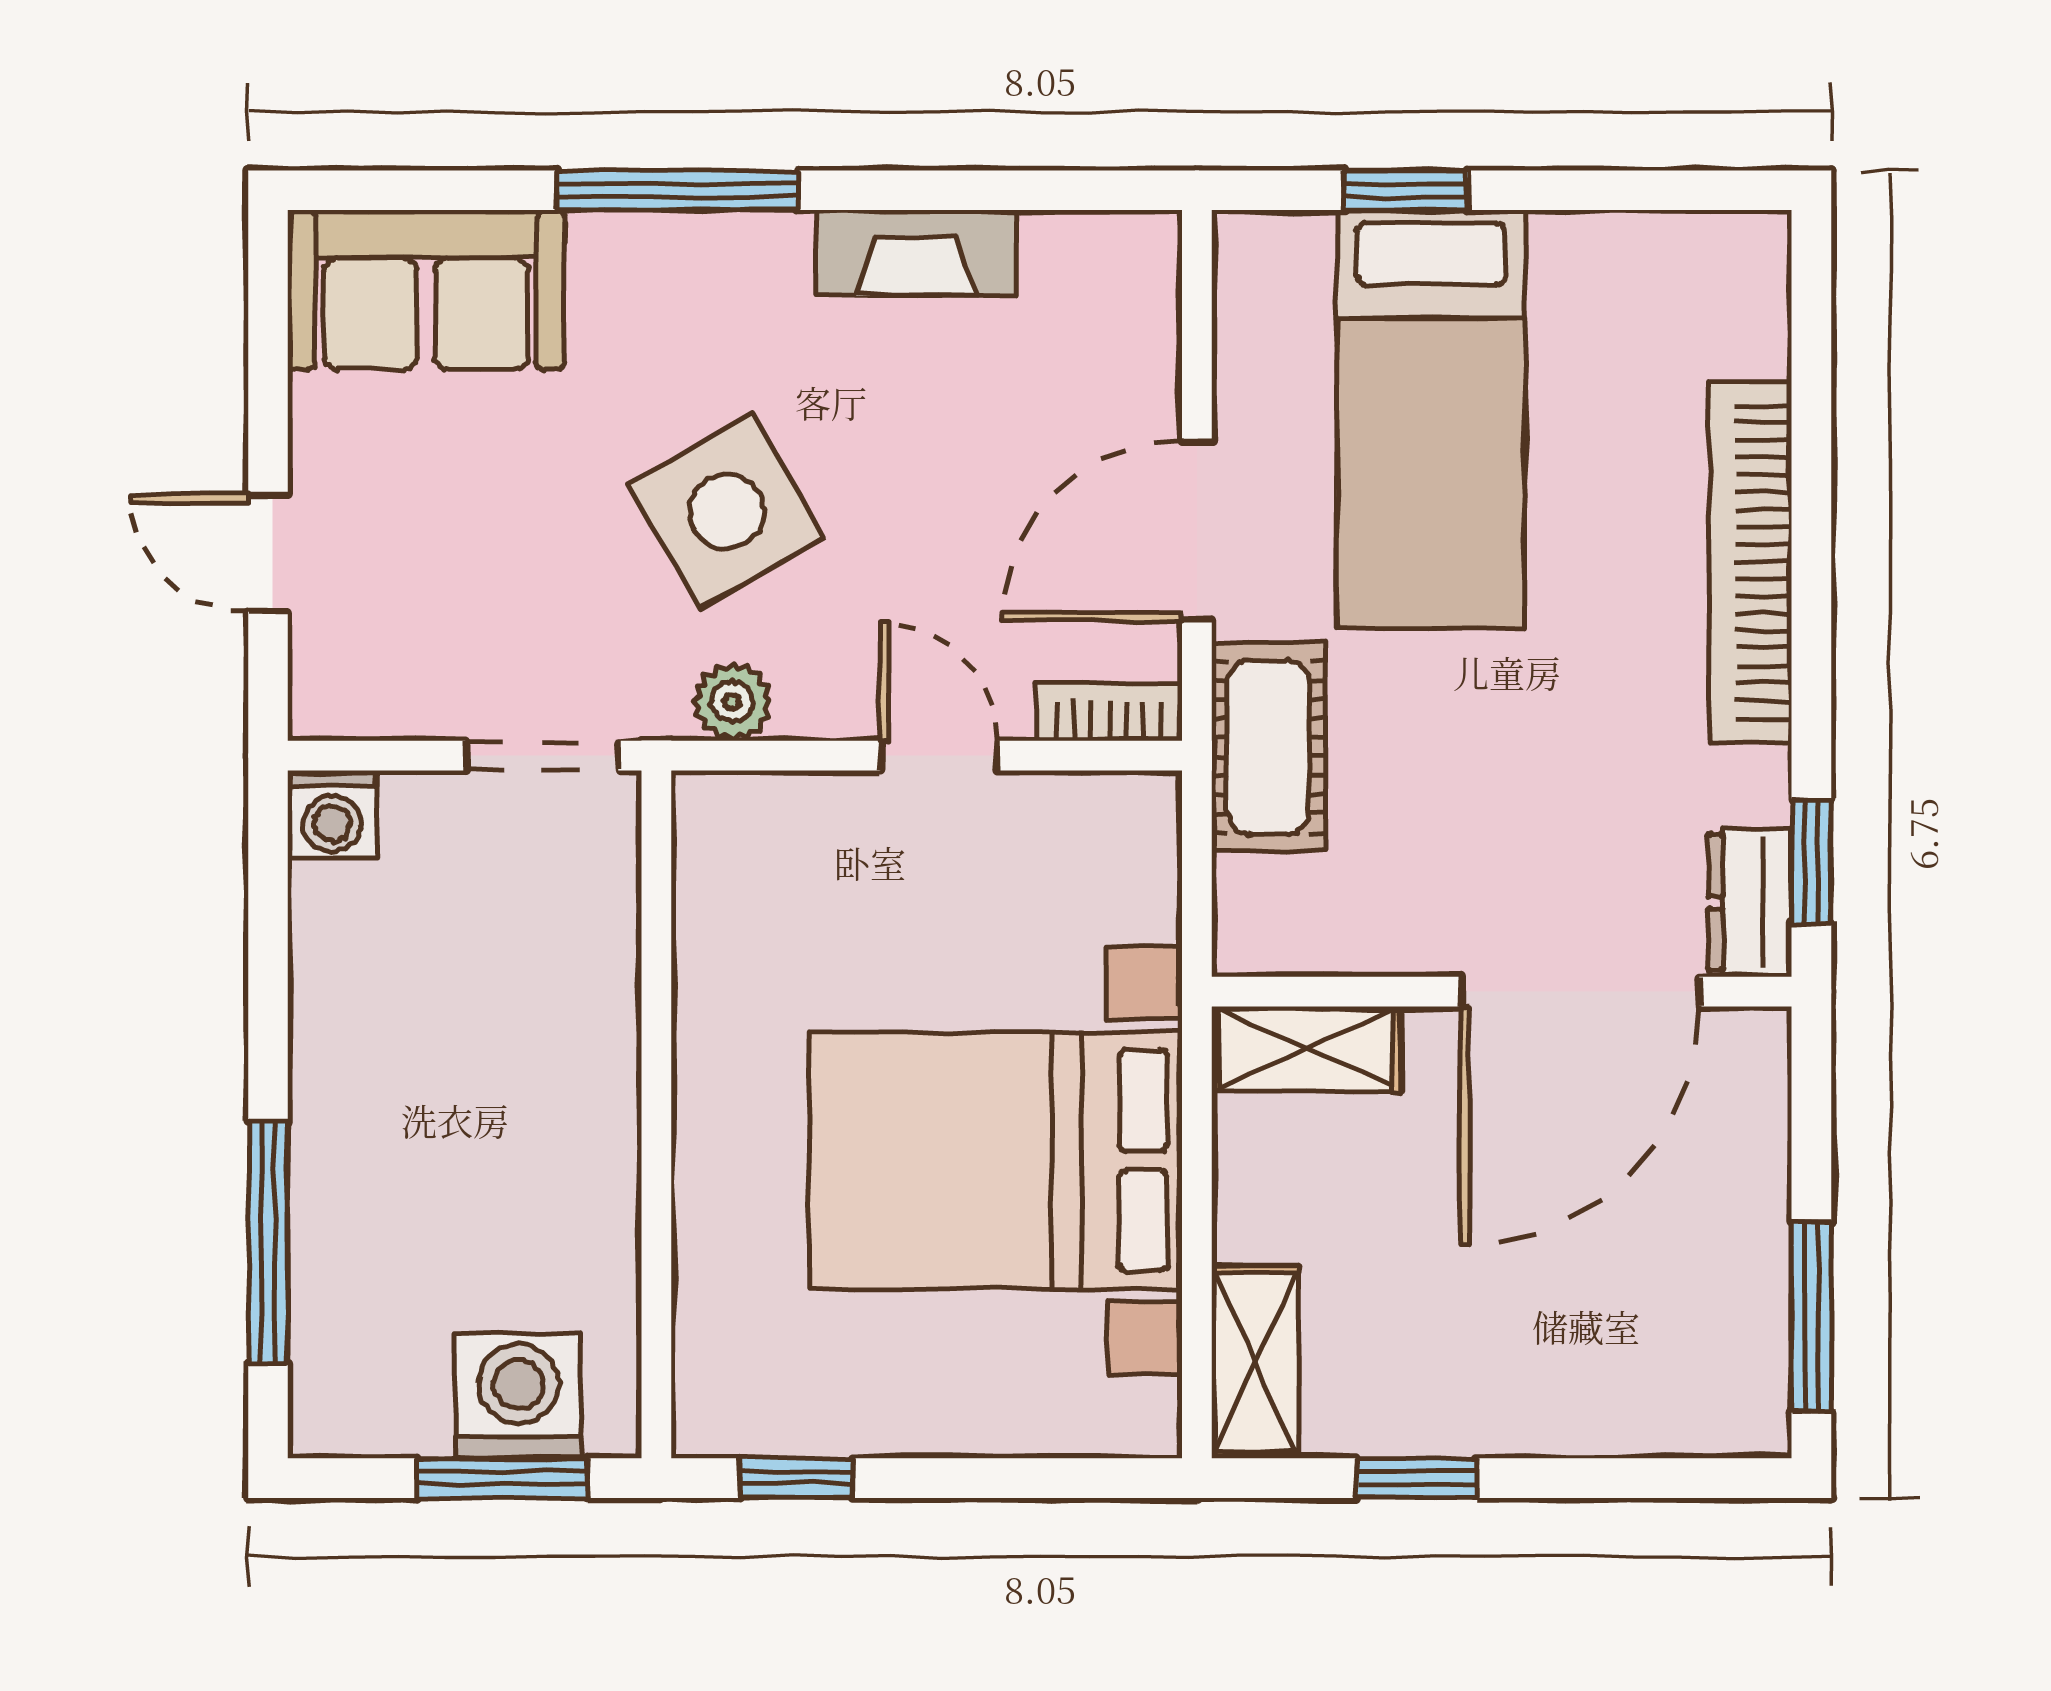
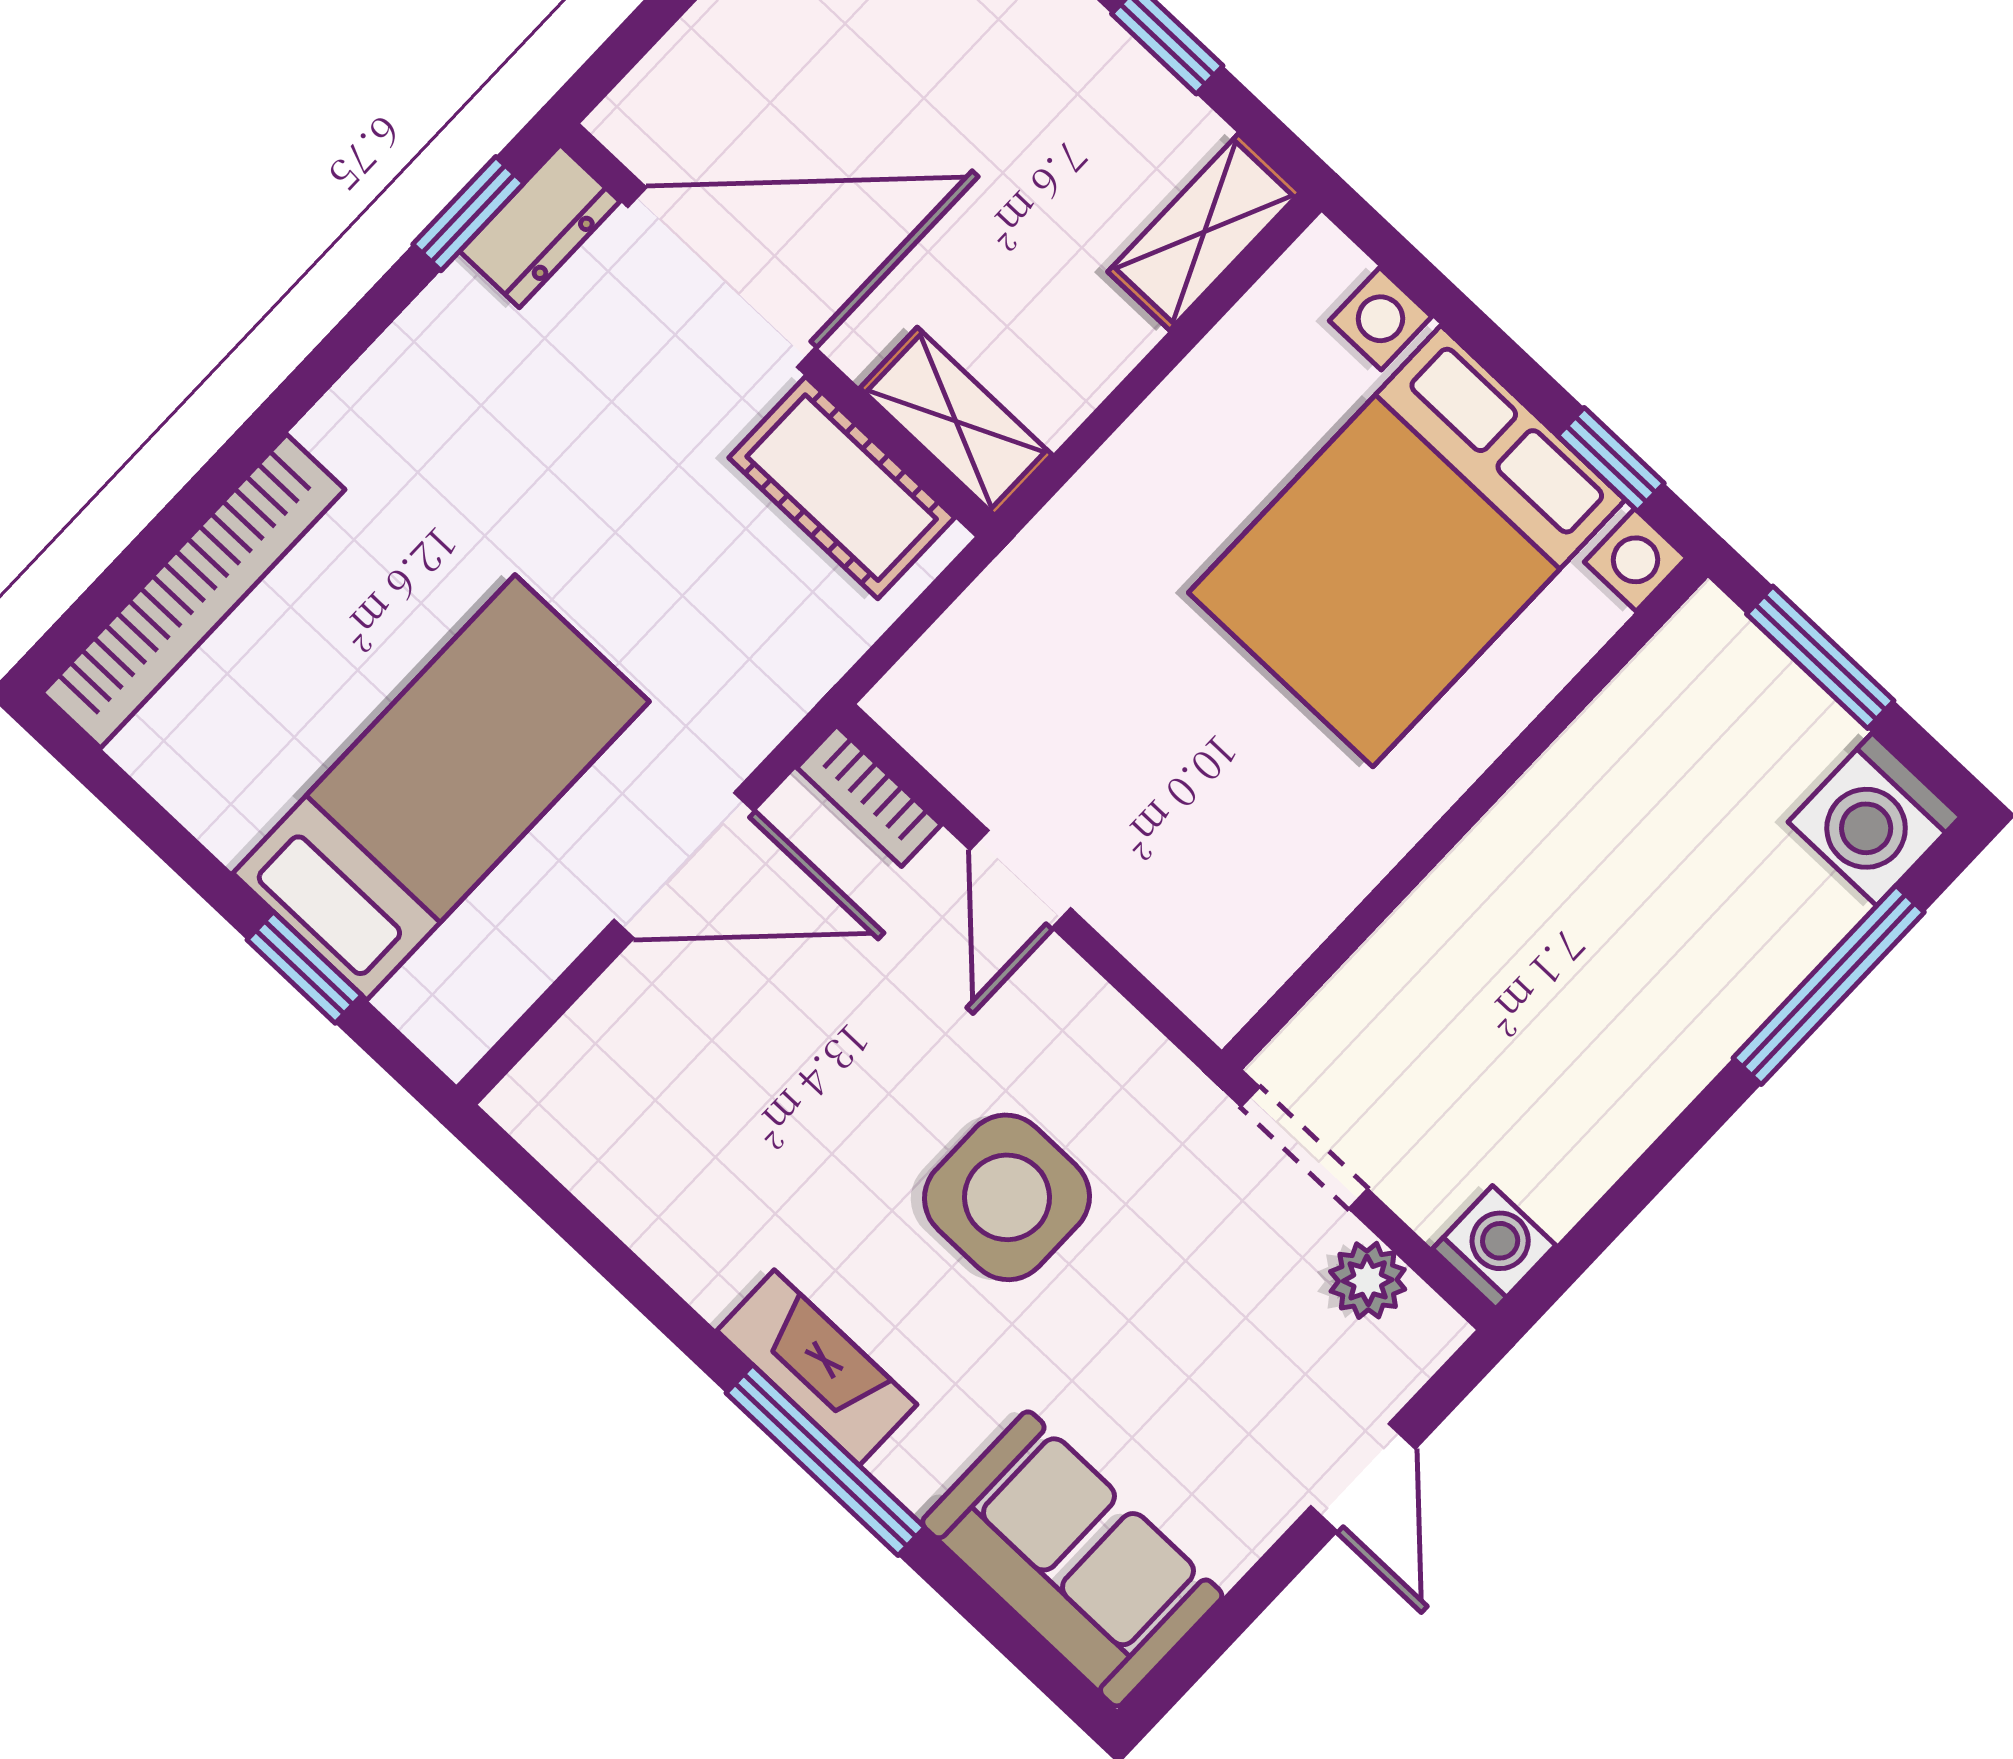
fireplace: (916, 253) -> (817, 1368), moved
side table: (727, 511) -> (1007, 1197), turned 30
bookcase: (1751, 562) -> (194, 591), moved
plant: (732, 702) -> (1368, 1280), moved
cot: (1269, 747) -> (842, 488), moved, turned 90
bed with nightstands: (995, 1161) -> (1407, 546), moved, turned 90
washing machine: (518, 1396) -> (1874, 819), moved

